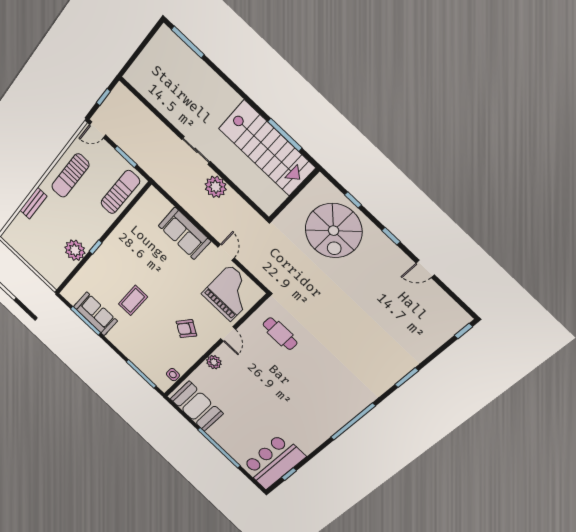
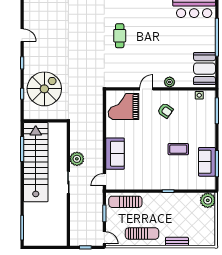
stairs: (267, 148) -> (36, 162), width x1.36
plant: (75, 250) -> (208, 200), moved
door: (226, 252) -> (104, 180), moved
cafe table: (280, 334) -> (120, 36), moved

